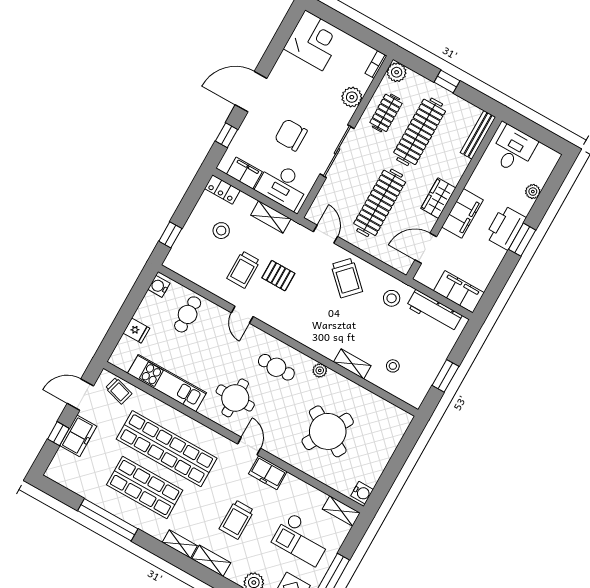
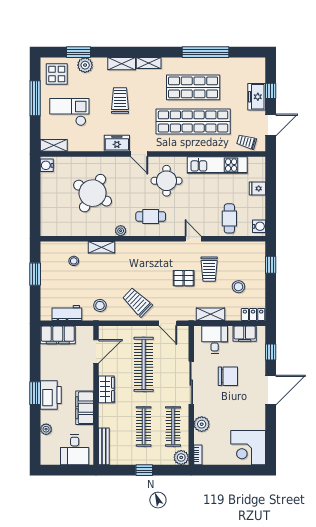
clothes rail: (386, 113) -> (173, 426), width x1.36
clothes rail: (420, 132) -> (144, 426), width x0.73, depth x0.76
desk: (282, 185) -> (215, 340), width x0.73
filing cabinet: (463, 213) -> (85, 408), moved
trolley: (243, 270) -> (209, 269), turned 180
workbench: (434, 311) -> (67, 313), width x0.73

